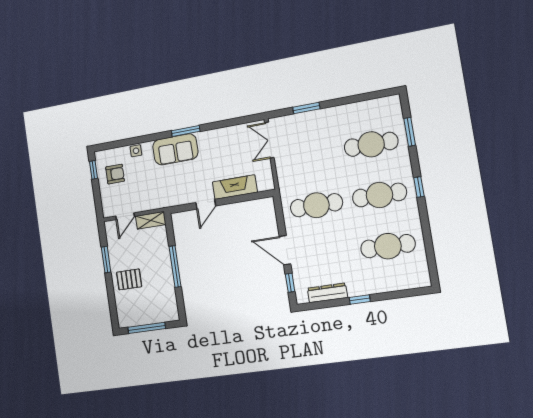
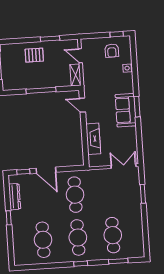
sofa: (175, 149) -> (126, 110), moved
door: (206, 204) -> (82, 105), moved
door: (285, 250) -> (46, 170), swing flipped
pallet: (129, 279) -> (34, 55), turned 90

